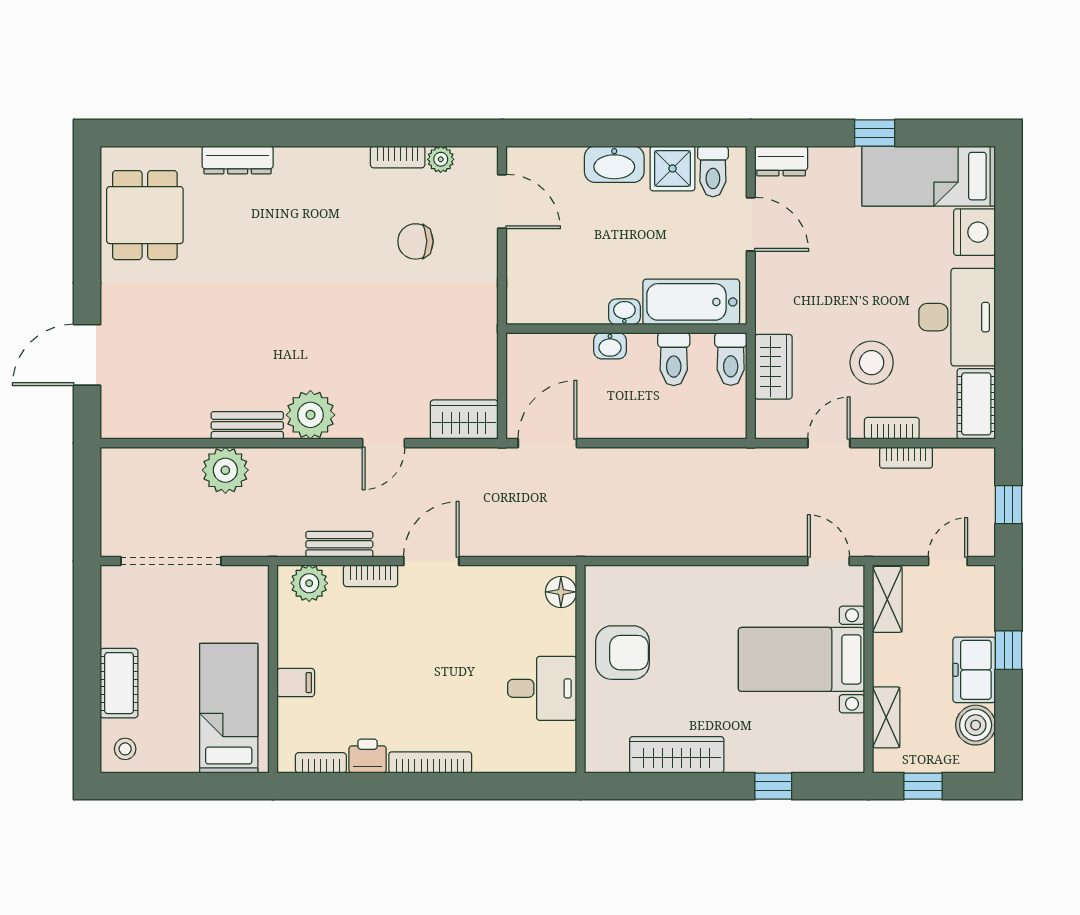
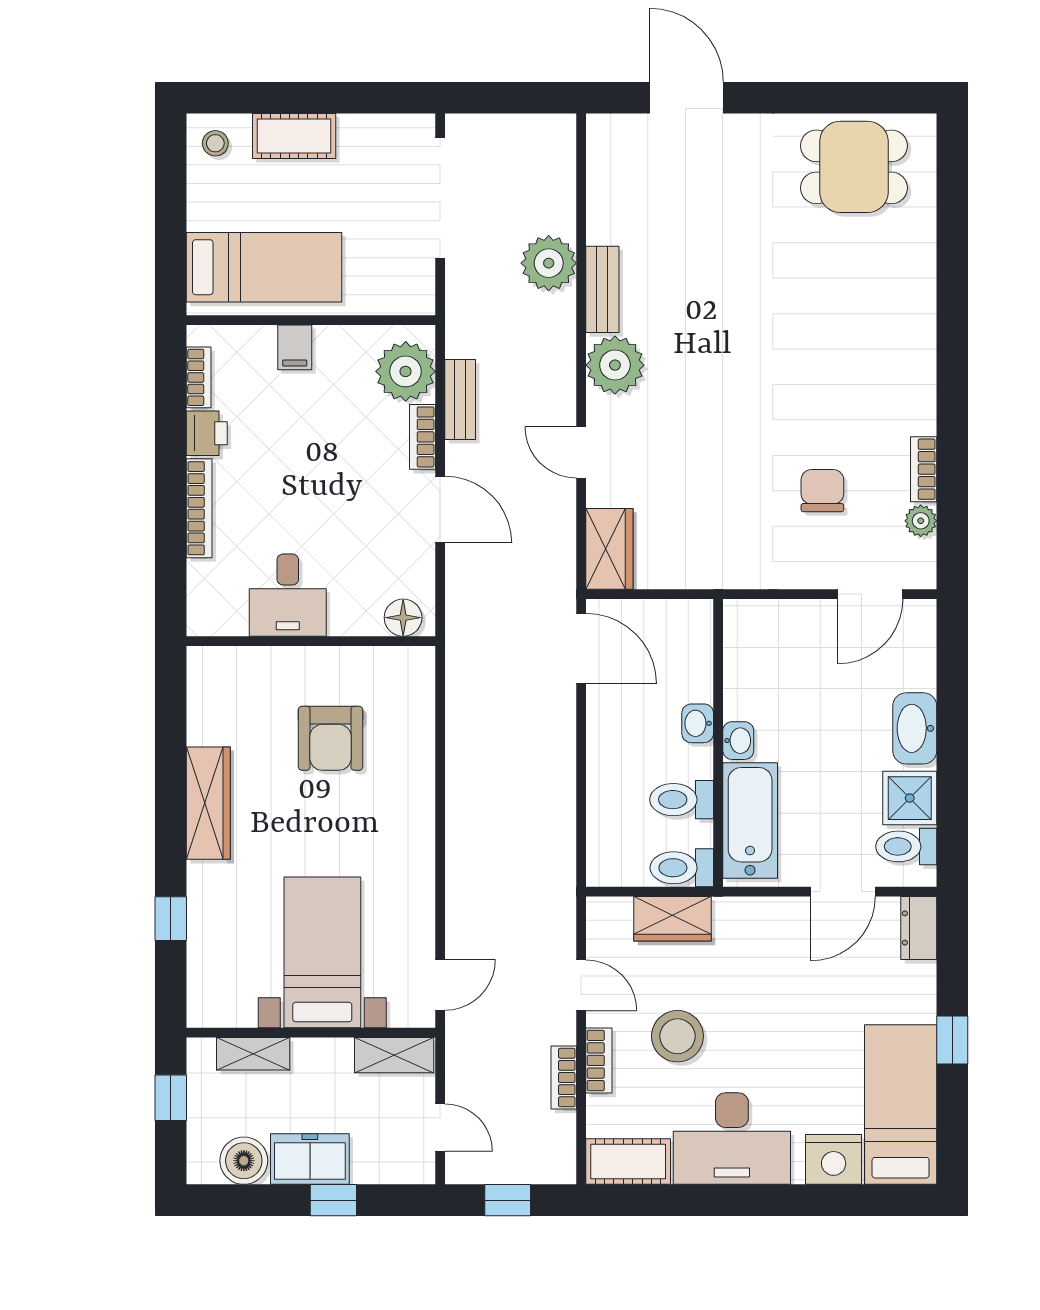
dresser: (238, 160) -> (920, 278), removed
plant: (309, 583) -> (406, 371), width x1.36, depth x1.36
floor lamp: (561, 592) -> (403, 618), moved
wall: (581, 669) -> (311, 641), moved
desk: (542, 688) -> (288, 595), moved

